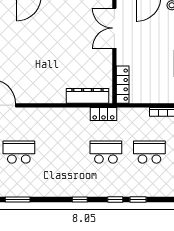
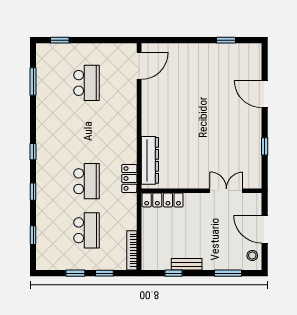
double door: (114, 28) -> (226, 191), width x0.73
window: (138, 199) -> (33, 235), moved

